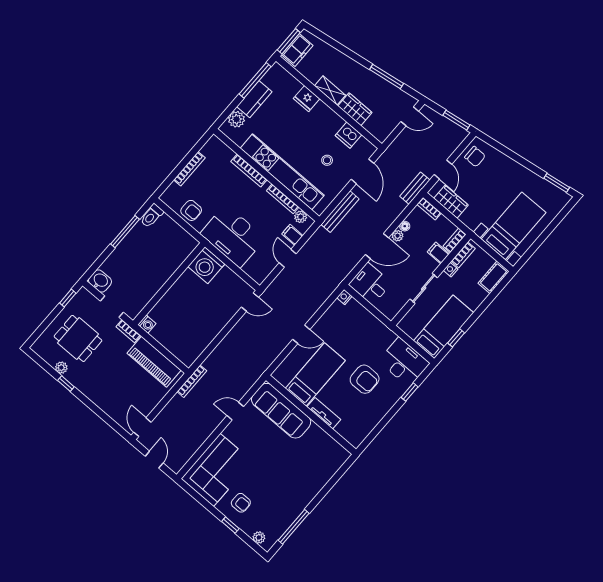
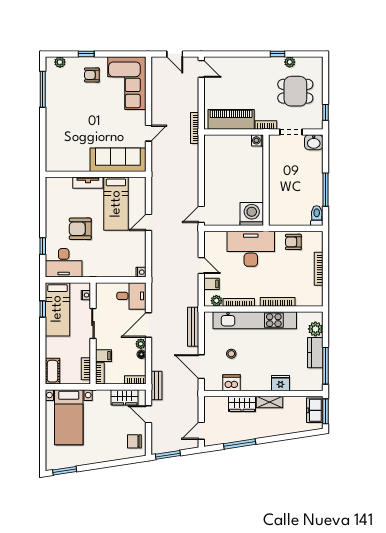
nightstand: (451, 270) -> (86, 295), moved

